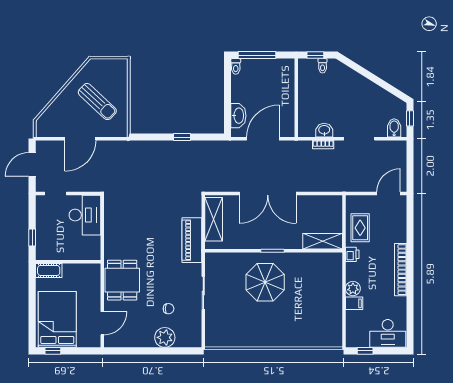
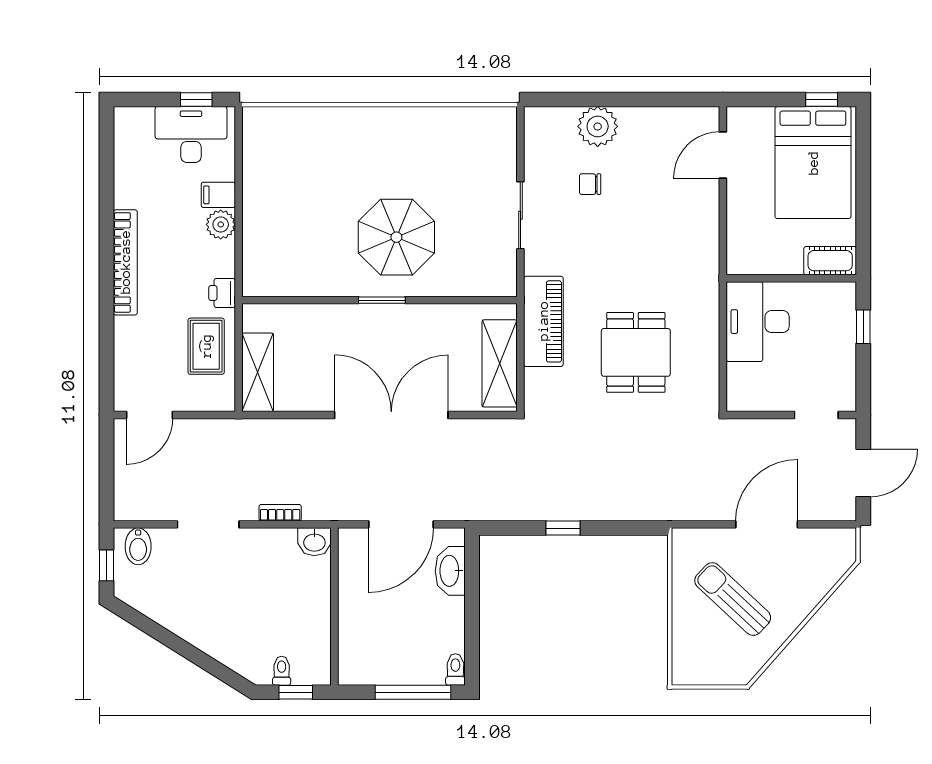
washbasin: (324, 130) -> (314, 542), moved
desk: (85, 215) -> (758, 322), moved
shelving: (323, 241) -> (258, 372), moved, turned 90
dining table: (122, 280) -> (636, 352), moved
desk: (388, 333) -> (191, 135), moved

